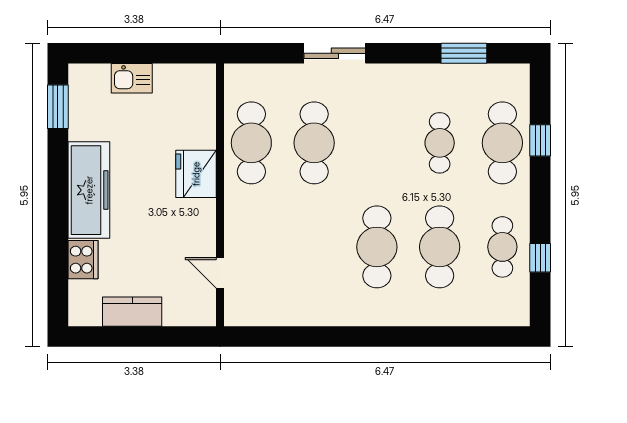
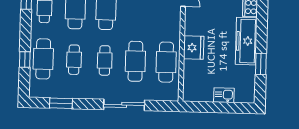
sliding door: (335, 53) -> (124, 105), width x1.37
window: (58, 107) -> (261, 64), moved
cafe table: (377, 143) -> (105, 60), added

